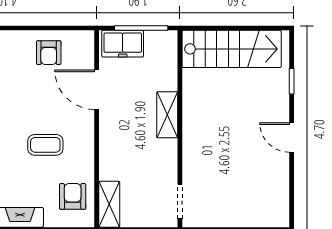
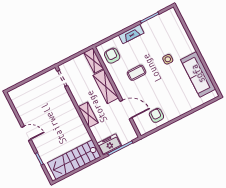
freezer: (123, 44) -> (109, 145), moved
shelving: (111, 148) -> (106, 87), added
armchair: (73, 196) -> (112, 56), turned 180

